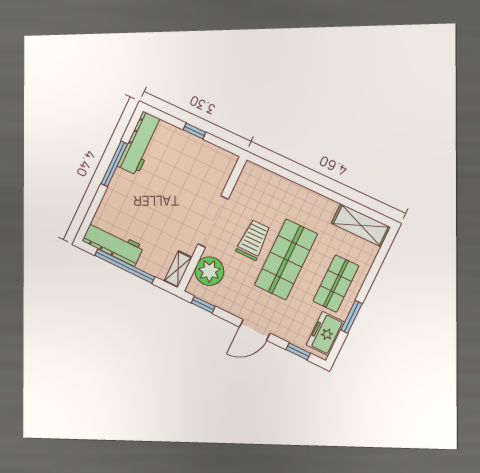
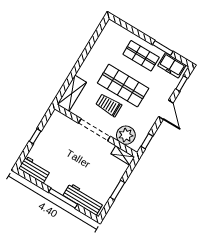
workbench: (140, 143) -> (35, 170), width x0.73
window: (114, 164) -> (63, 198), moved
shelving: (361, 225) -> (72, 93), moved
workbench: (113, 244) -> (83, 199), moved, turned 90
window: (125, 266) -> (117, 190), width x0.47

